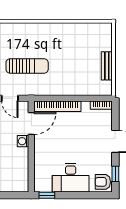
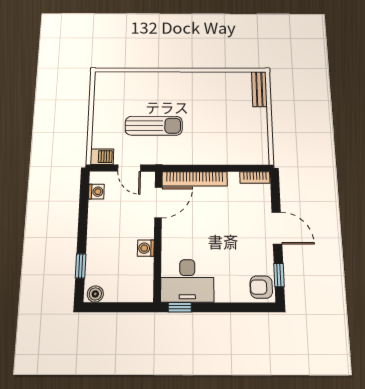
bench: (107, 66) -> (259, 89), moved
washing machine: (23, 141) -> (146, 248), moved
desk: (71, 178) -> (187, 281), moved

